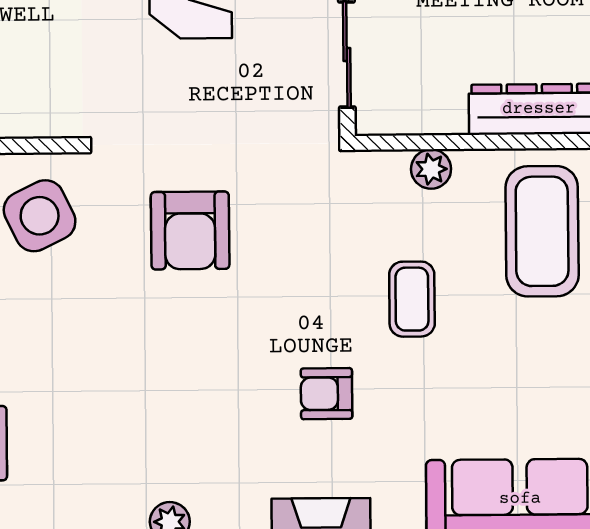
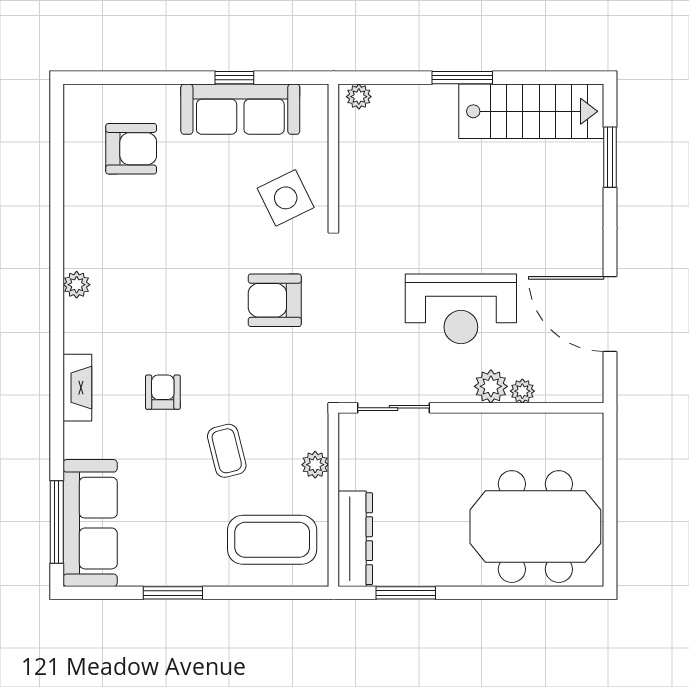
coffee table: (412, 299) -> (227, 451), turned 76

